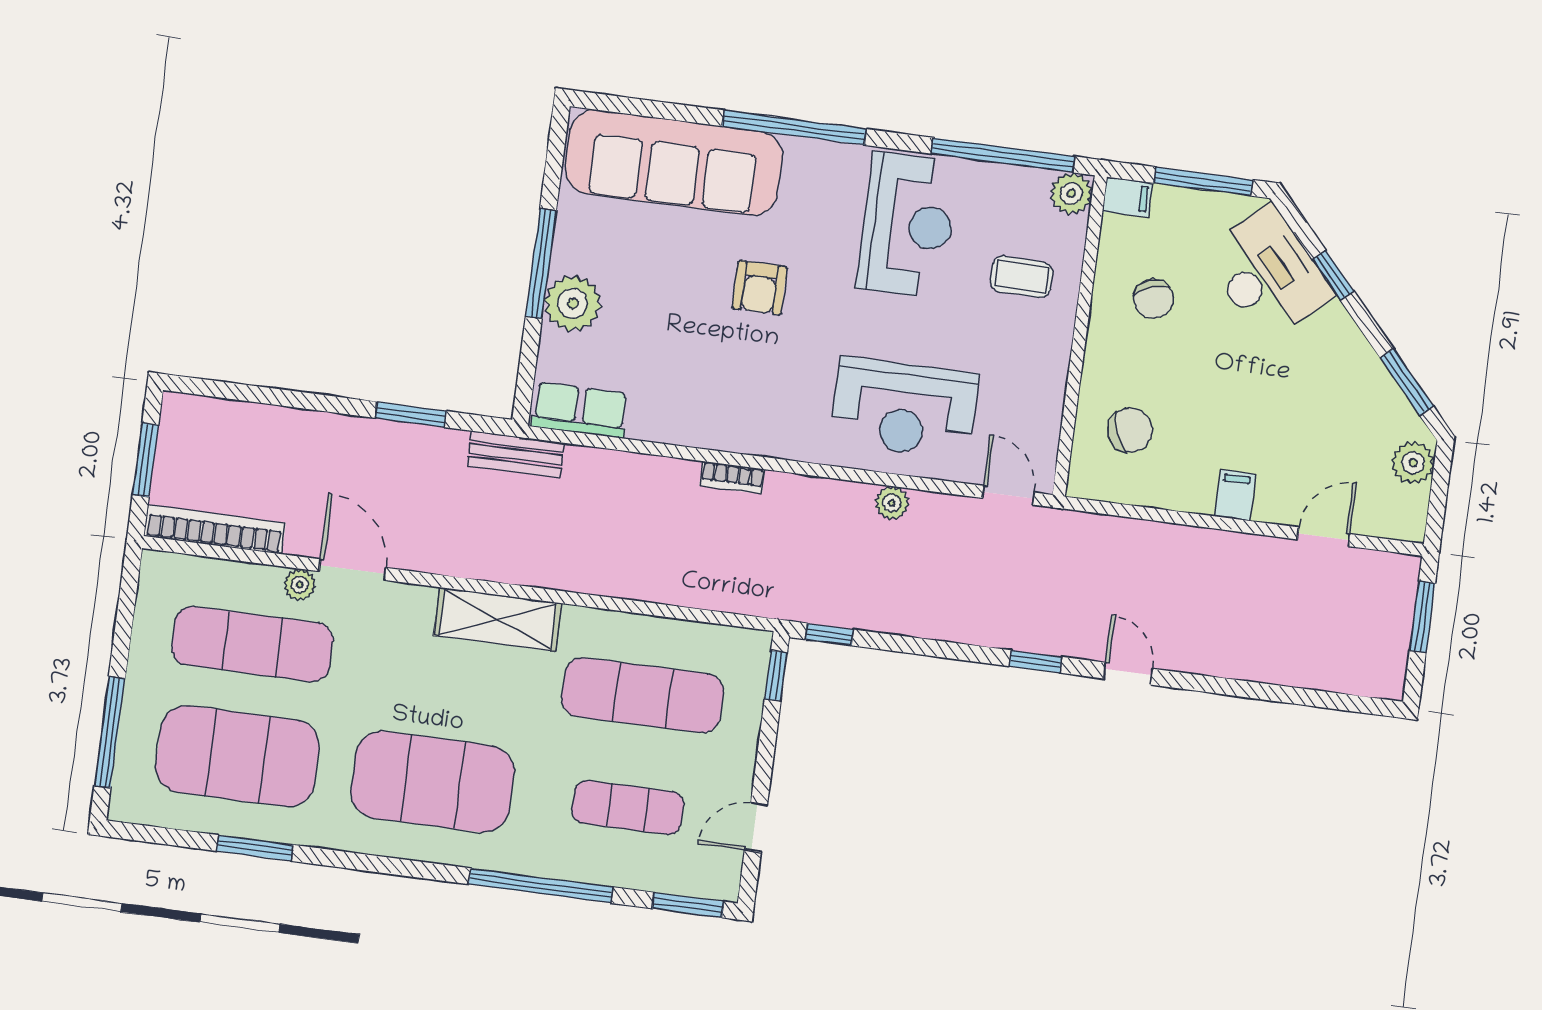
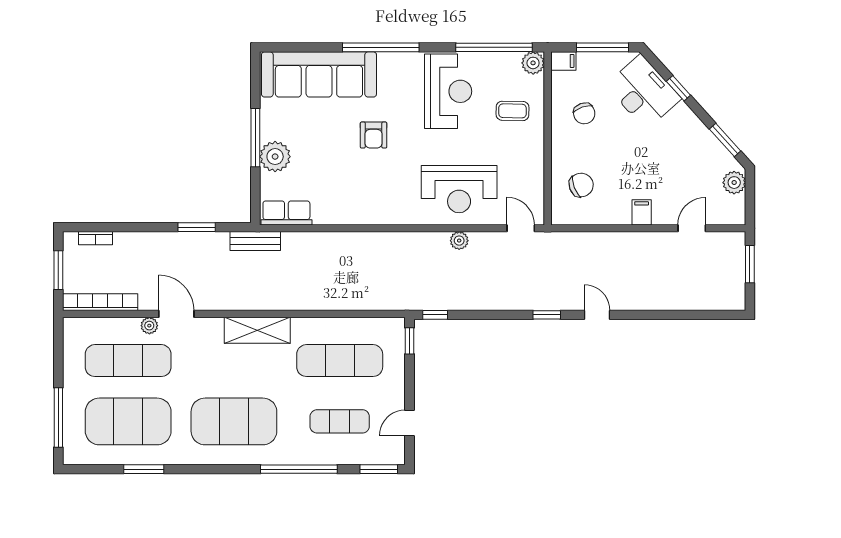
bookcase: (732, 478) -> (95, 238), moved

